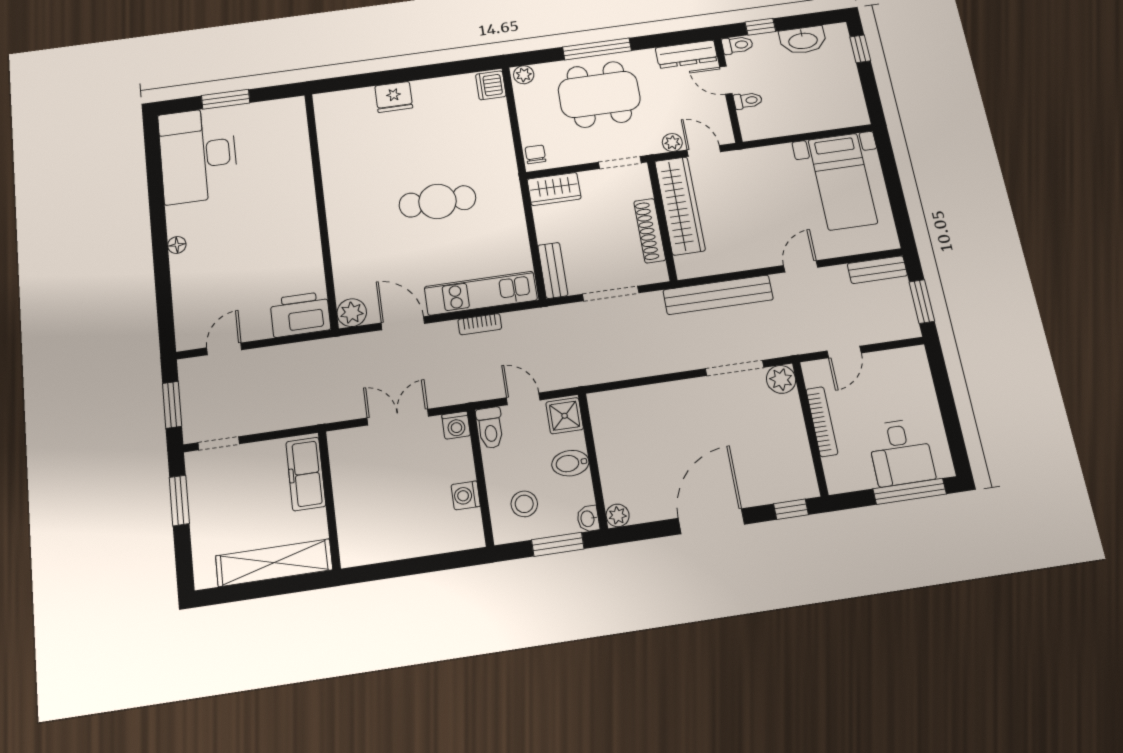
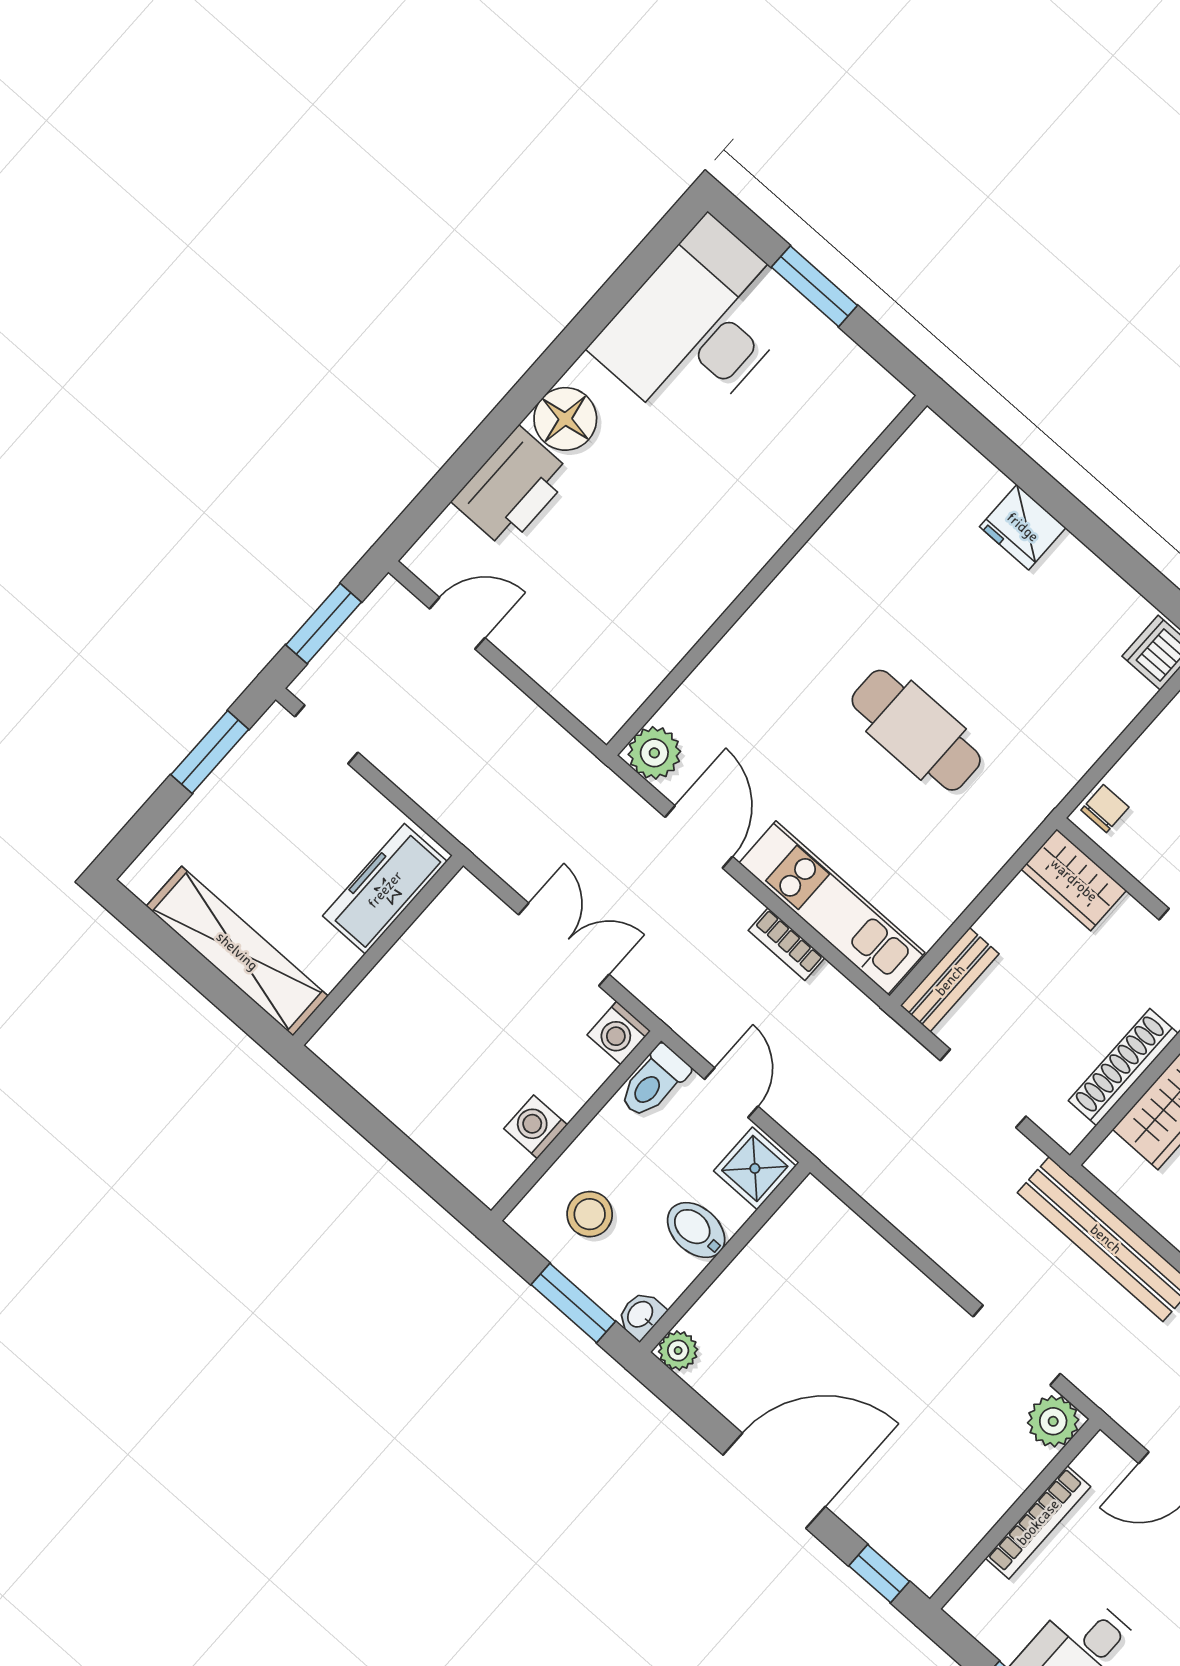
floor lamp: (177, 245) -> (565, 419), width x1.89, depth x1.89
printer: (300, 314) -> (512, 488), moved, turned 90

